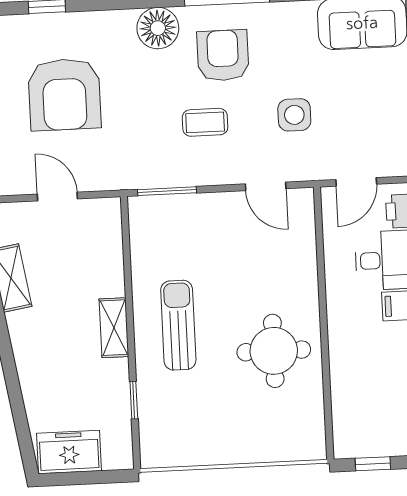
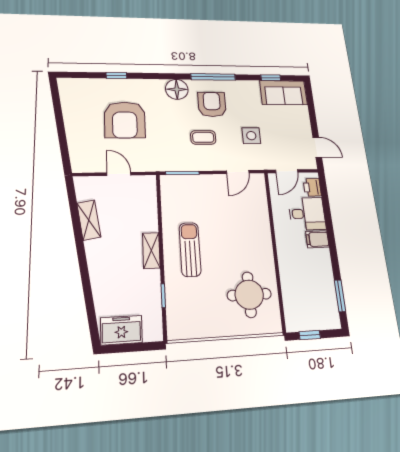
door: (266, 186) -> (238, 172), hinge flipped
round table: (274, 351) -> (249, 295), moved

